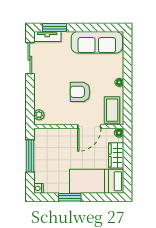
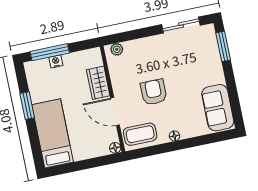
tv unit: (47, 37) -> (211, 40), removed
sofa: (97, 42) -> (218, 108), width x0.73
wardrobe: (116, 155) -> (98, 83), moved, turned -90
window: (30, 156) -> (50, 52), moved
nightstand: (38, 188) -> (56, 61), moved

